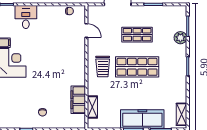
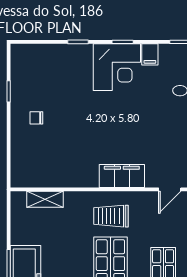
filing cabinet: (78, 100) -> (122, 176), moved

